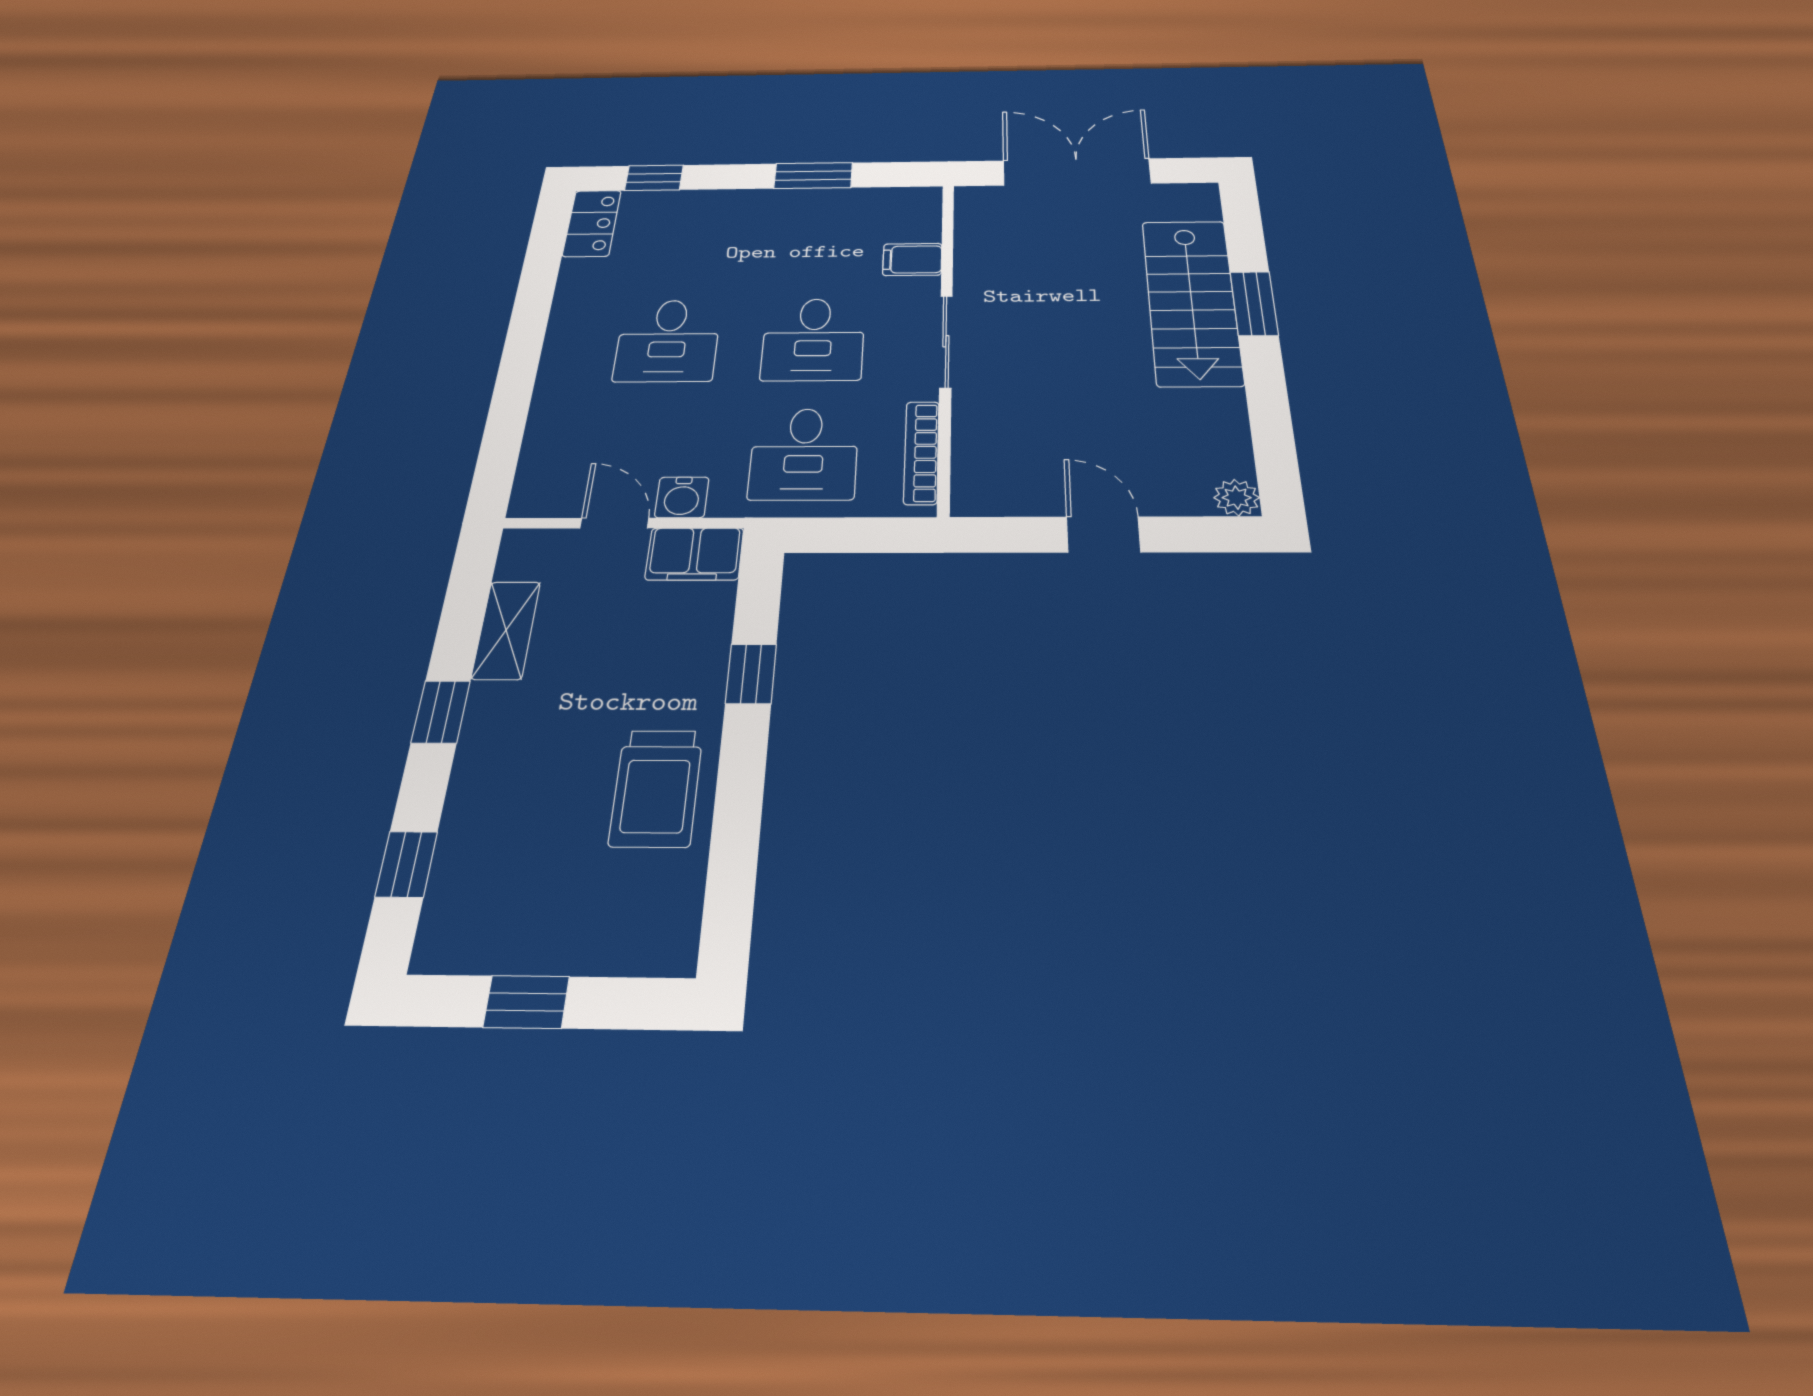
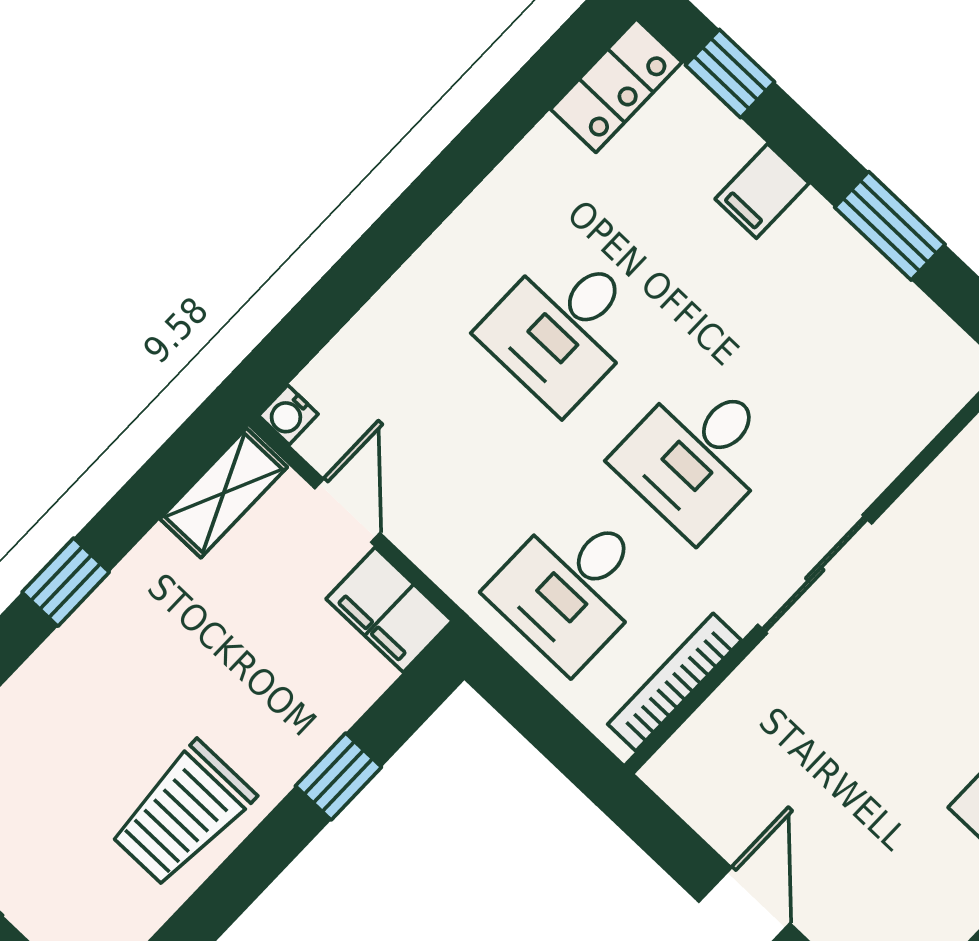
filing cabinet: (912, 259) -> (762, 191), moved, turned -90
water cooler: (682, 497) -> (288, 415), moved, width x0.72, depth x0.72
shelving: (506, 630) -> (224, 493), moved

